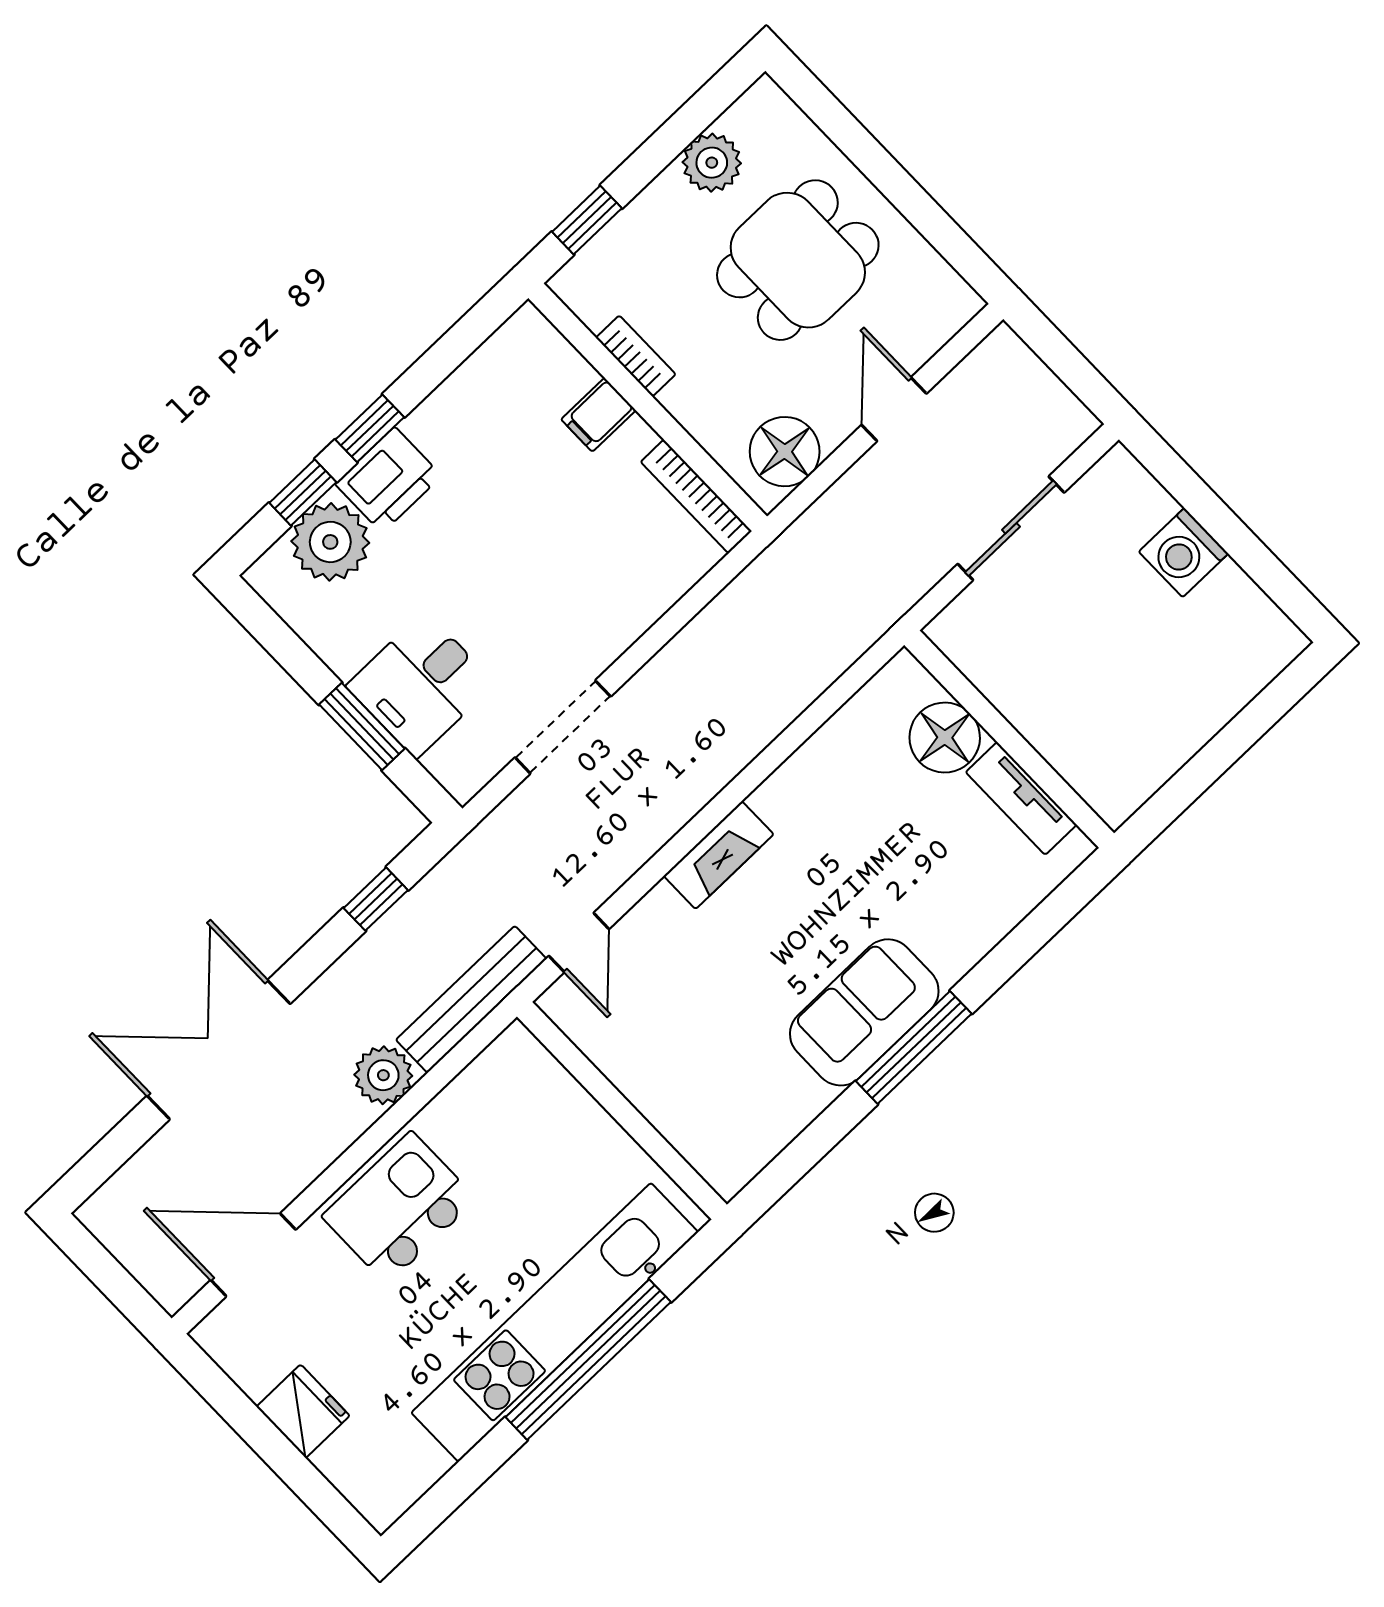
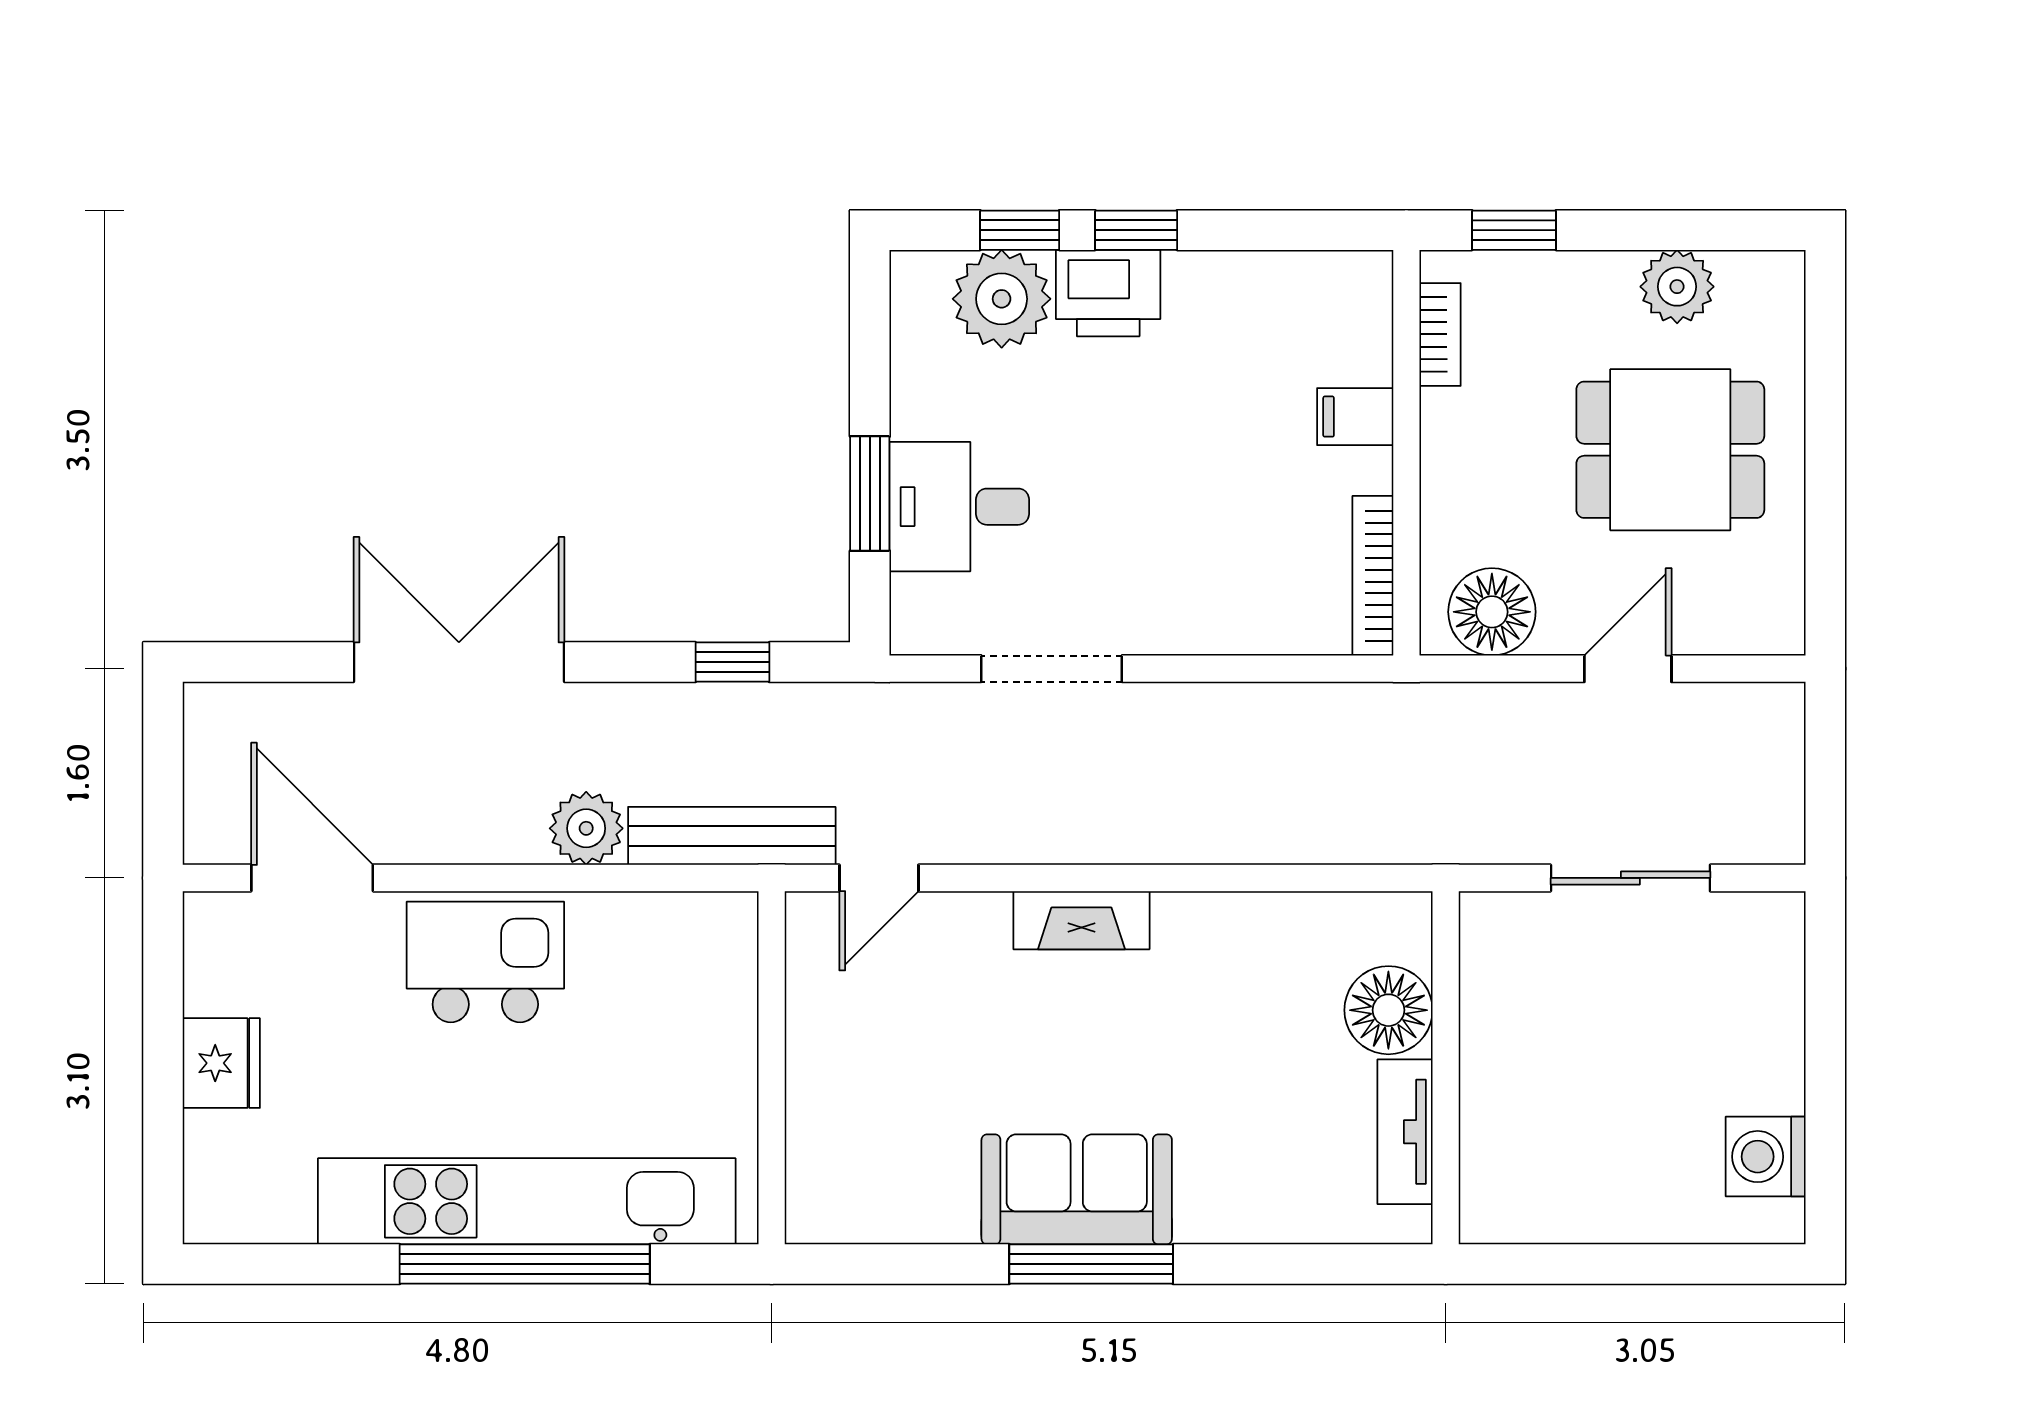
bookcase: (636, 356) -> (1440, 334), moved
washing machine: (1183, 553) -> (1766, 1157), moved

